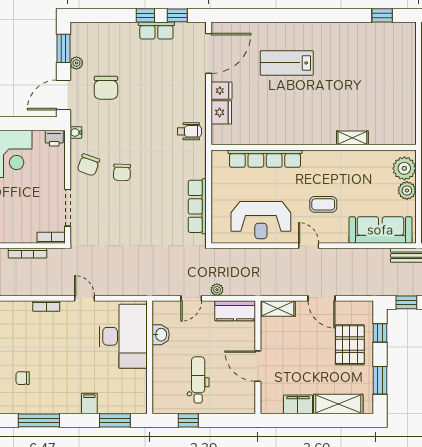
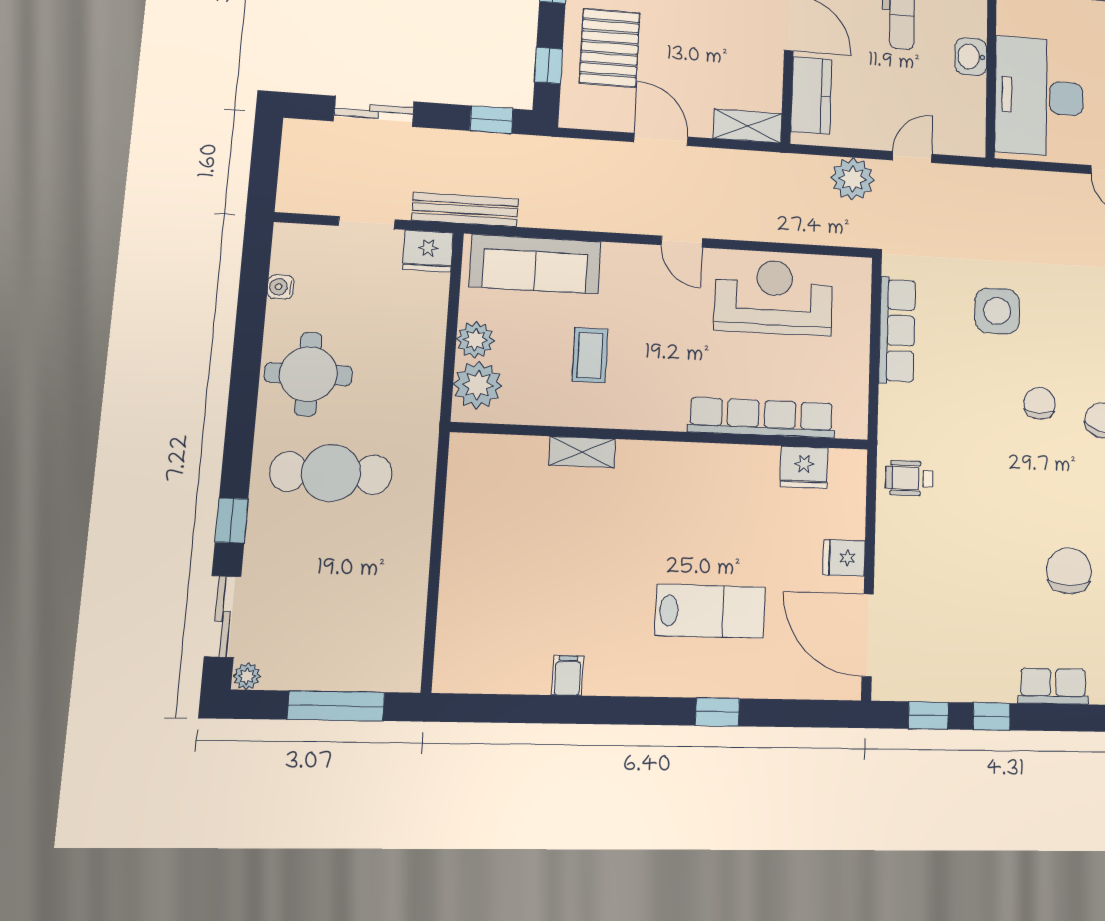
window: (382, 15) -> (717, 712), moved
row of seats: (156, 30) -> (1053, 686), moved
filing cabinet: (353, 31) -> (567, 676), added
door: (209, 53) -> (868, 635), hinge flipped
fridge: (221, 112) -> (804, 467), moved, turned -90
coffee table: (323, 204) -> (590, 355), moved, turned 90
side table: (145, 219) -> (997, 311), added
plant: (217, 290) -> (853, 179), width x1.87, depth x1.87
kitchen counter: (235, 311) -> (811, 95), moved, turned 90
washbasin: (161, 335) -> (971, 57), moved

